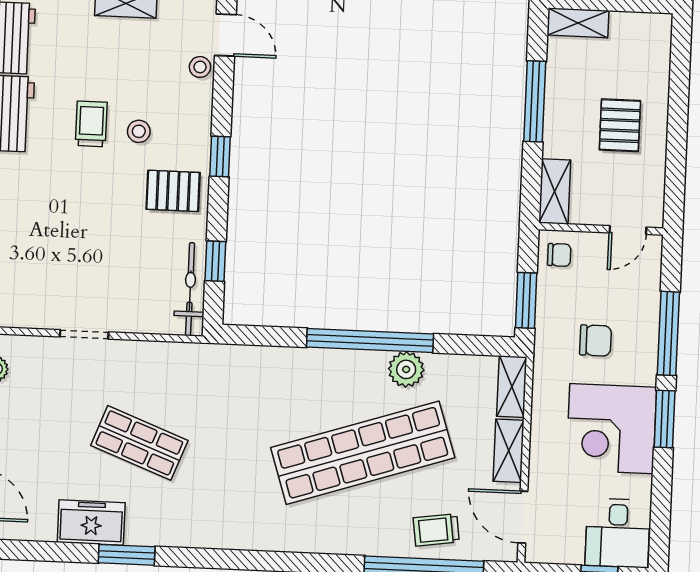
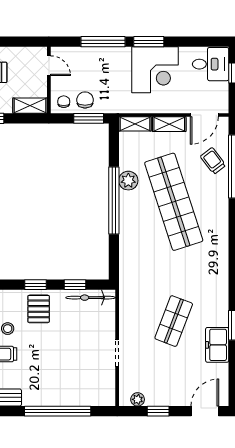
window: (220, 156) -> (35, 285), moved
chair: (596, 340) -> (85, 100), moved
trolley: (436, 530) -> (213, 161), turned 151

